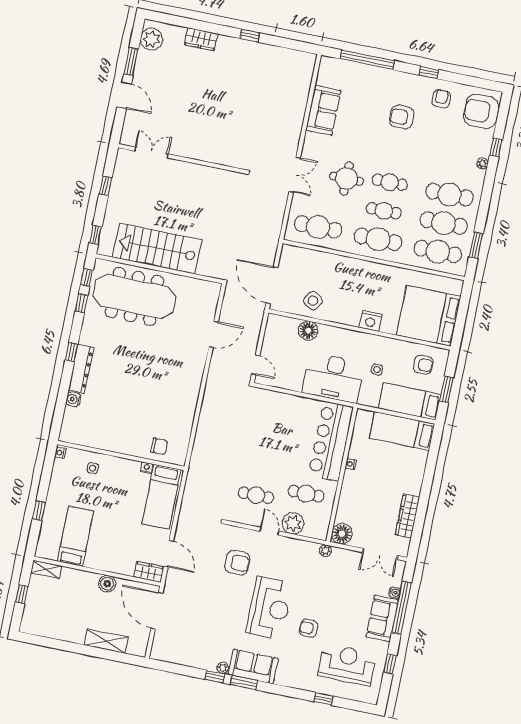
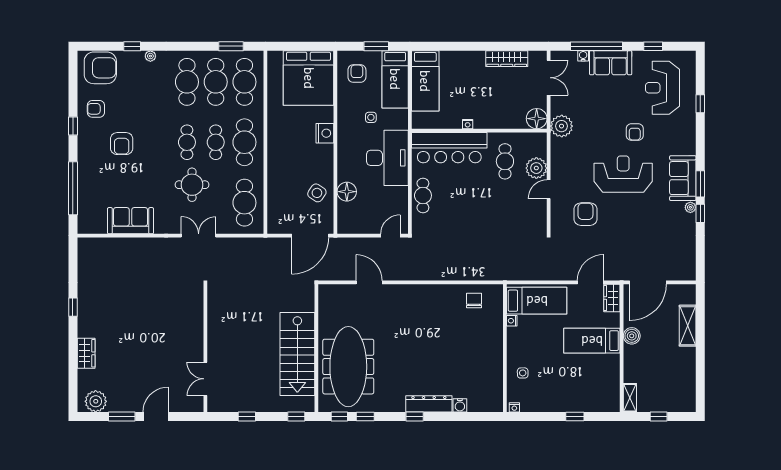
armchair: (481, 111) -> (100, 68), turned -90
chair: (159, 446) -> (474, 300), moved
cafe table: (256, 495) -> (423, 195), moved
bed: (76, 536) -> (592, 341), moved
plant: (325, 551) -> (562, 126), width x1.87, depth x1.87

